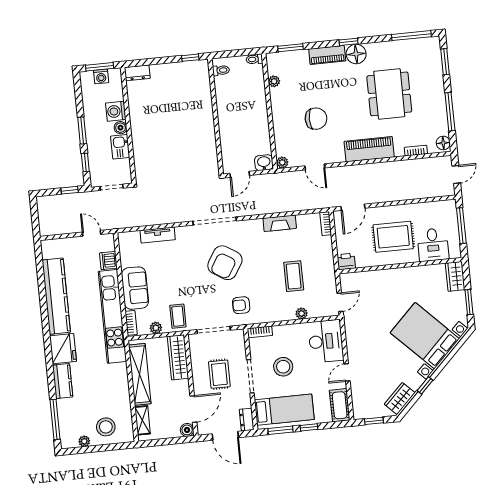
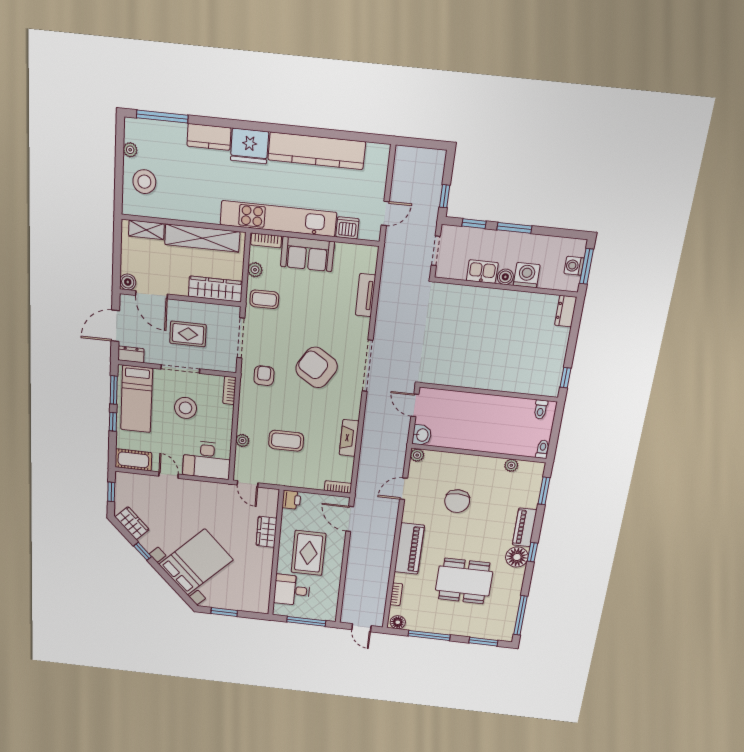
wardrobe: (455, 276) -> (267, 532), moved, turned -90

